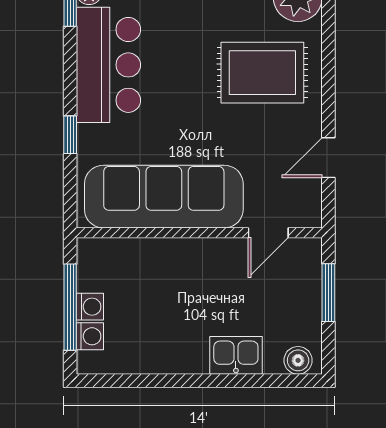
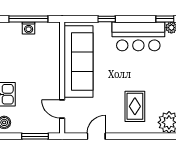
rug: (262, 73) -> (135, 106), width x0.73, depth x0.70
door: (328, 158) -> (96, 136), hinge flipped
washing machine: (90, 336) -> (15, 28), removed

